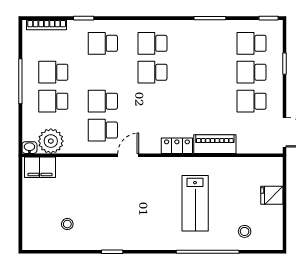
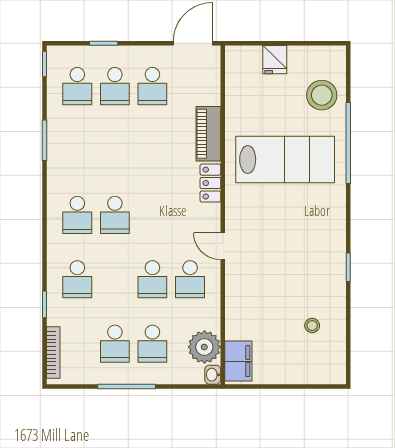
lab bench: (195, 203) -> (285, 160), width x1.36, depth x1.39
stool: (245, 231) -> (322, 95), width x1.89, depth x1.89

